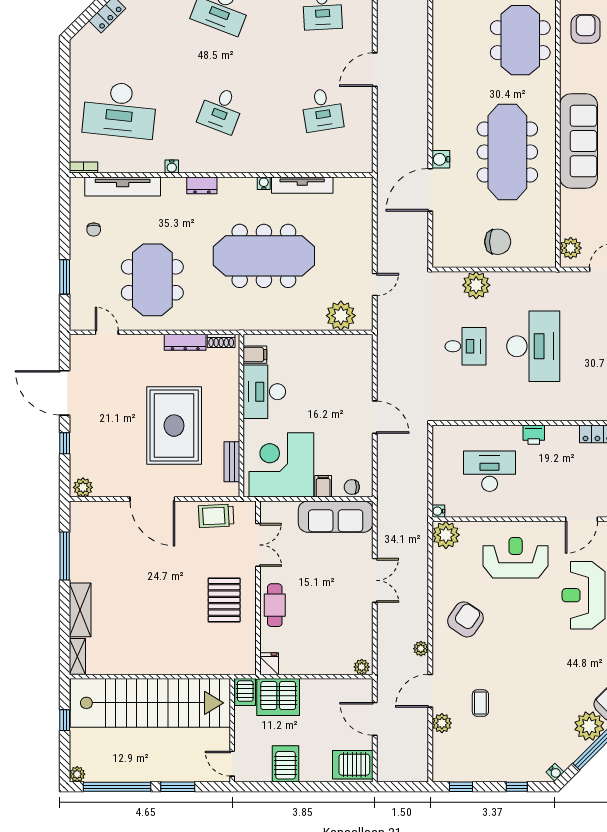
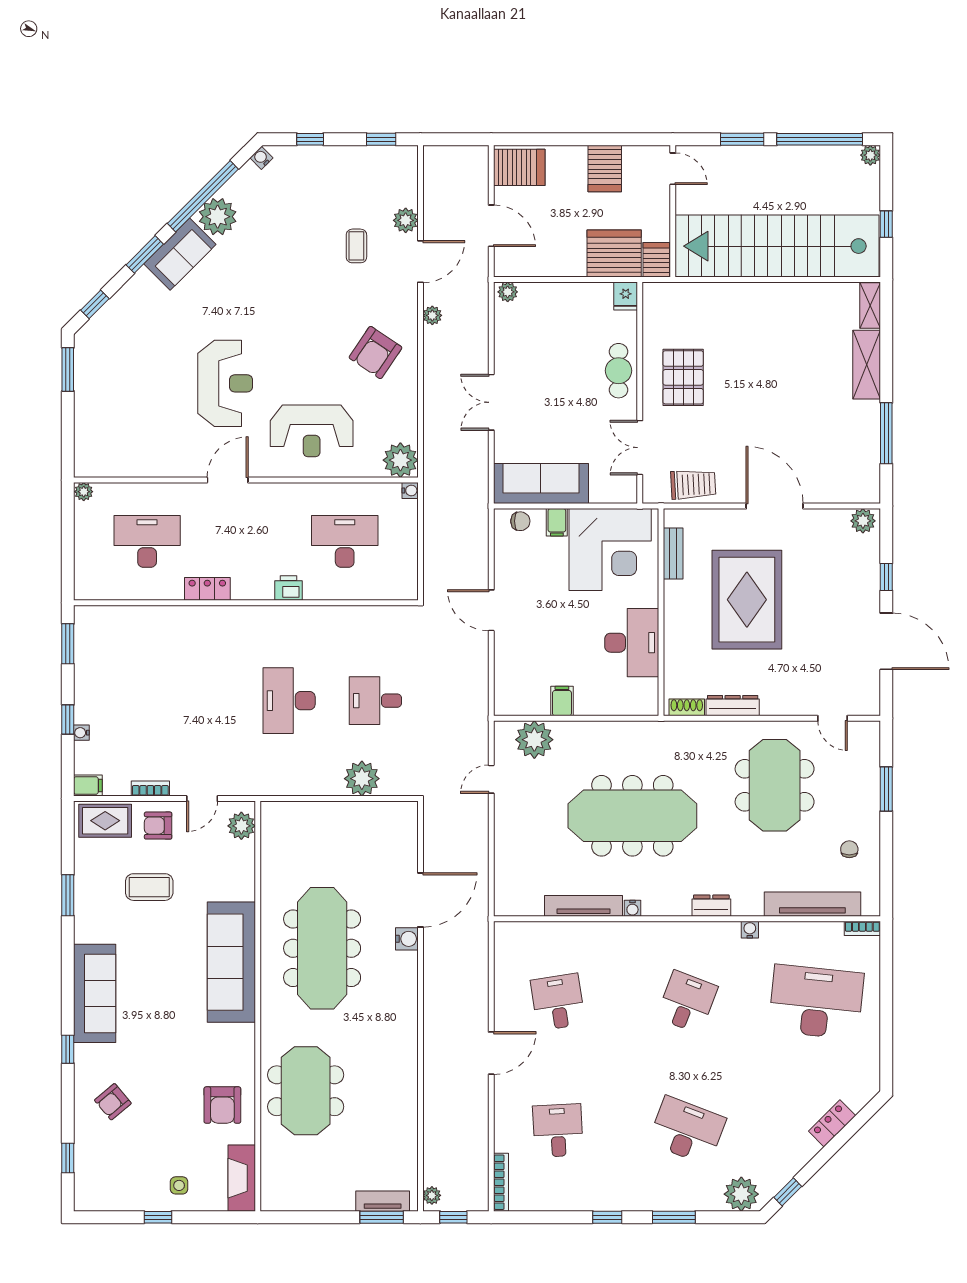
chair: (498, 242) -> (334, 834), removed
desk: (533, 346) -> (289, 701), width x0.73, depth x0.77
filing cabinet: (255, 355) -> (562, 701), moved, turned 90
desk: (490, 471) -> (345, 541), turned 180

